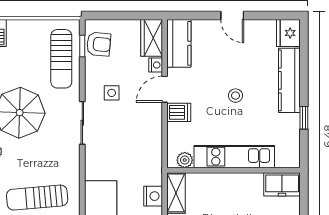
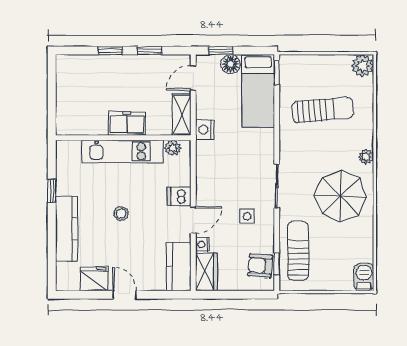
fridge: (288, 33) -> (94, 279), moved, turned -90
freezer: (282, 184) -> (127, 123), moved
nightstand: (153, 196) -> (205, 130), moved

